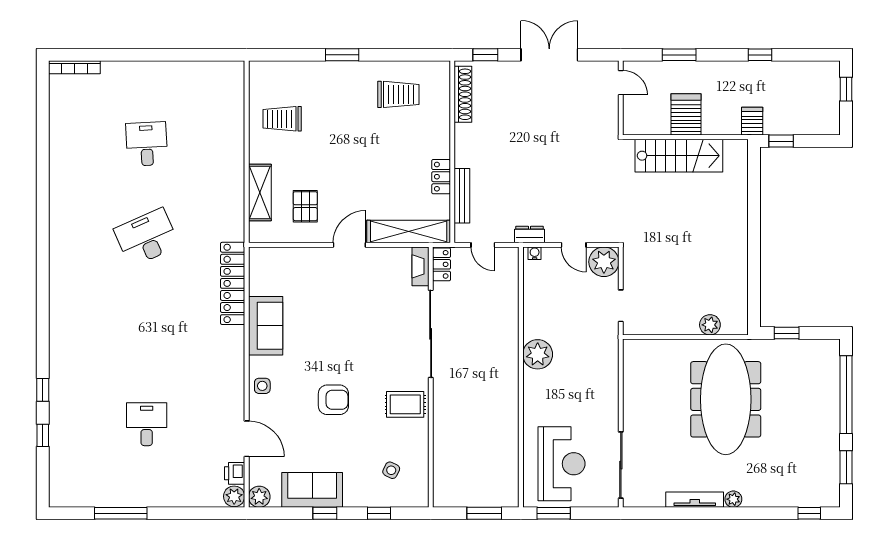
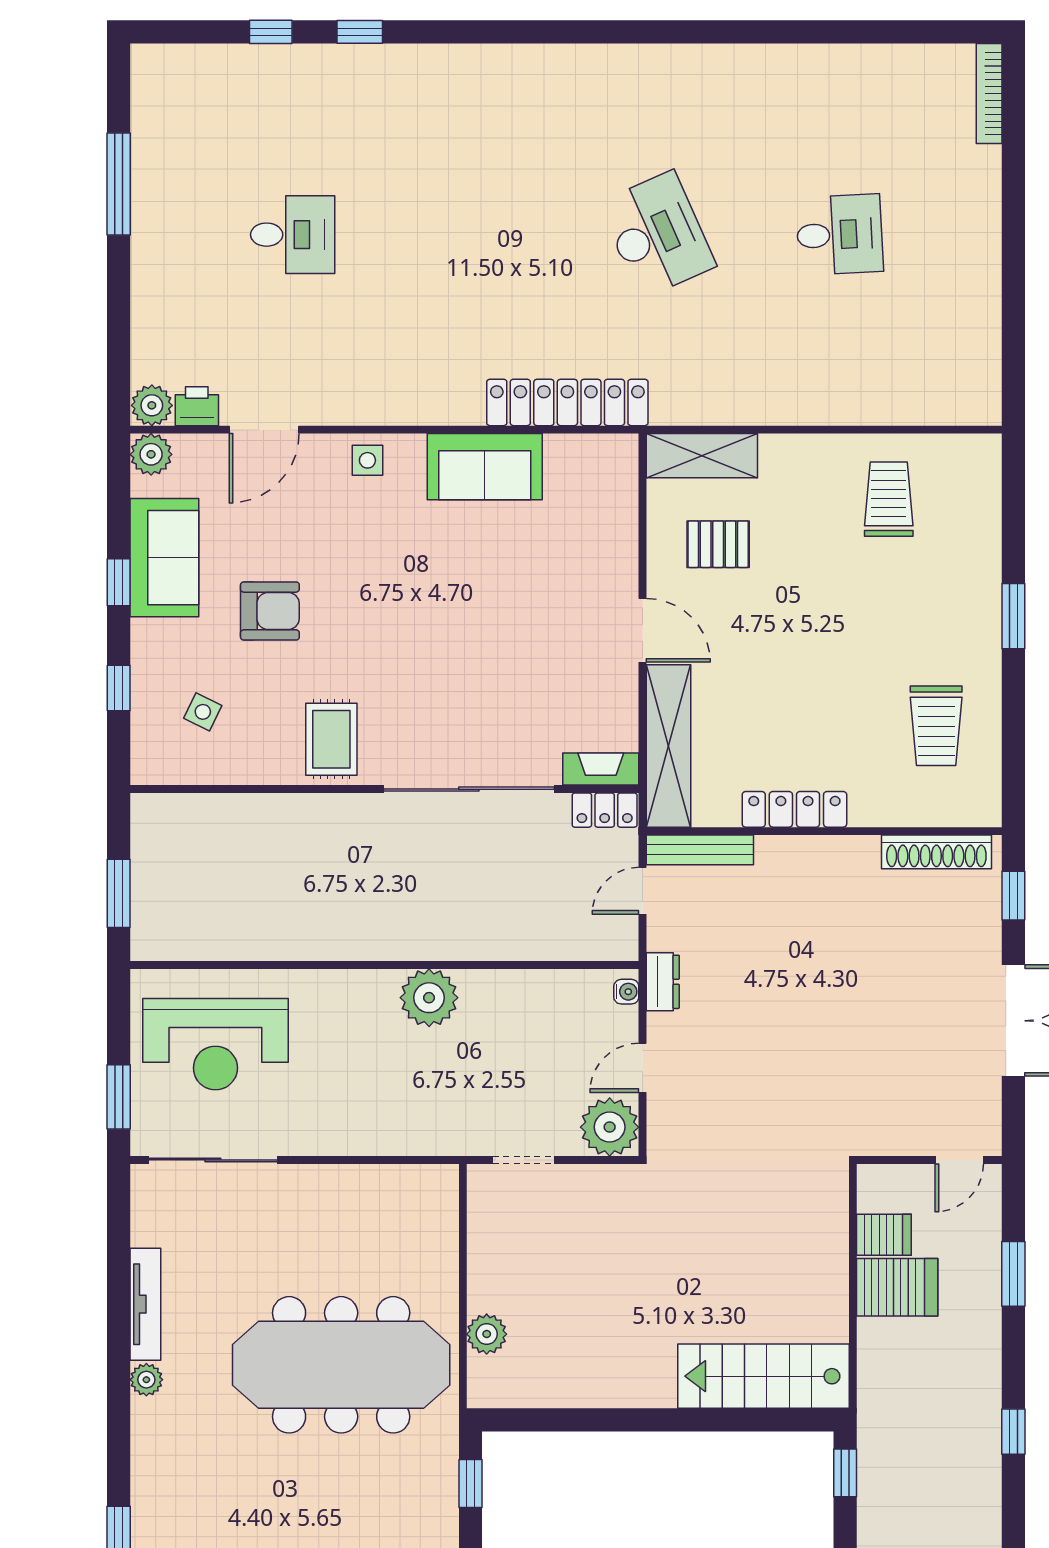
server rack: (752, 121) -> (884, 1235), moved
stairs: (679, 156) -> (763, 1376), moved, turned 90
locker: (441, 177) -> (794, 809), width x1.53
shelving: (260, 193) -> (702, 456), moved
bench: (462, 196) -> (700, 850), moved
armchair: (333, 400) -> (270, 611), moved, turned -90
window: (554, 513) -> (119, 1097), moved

